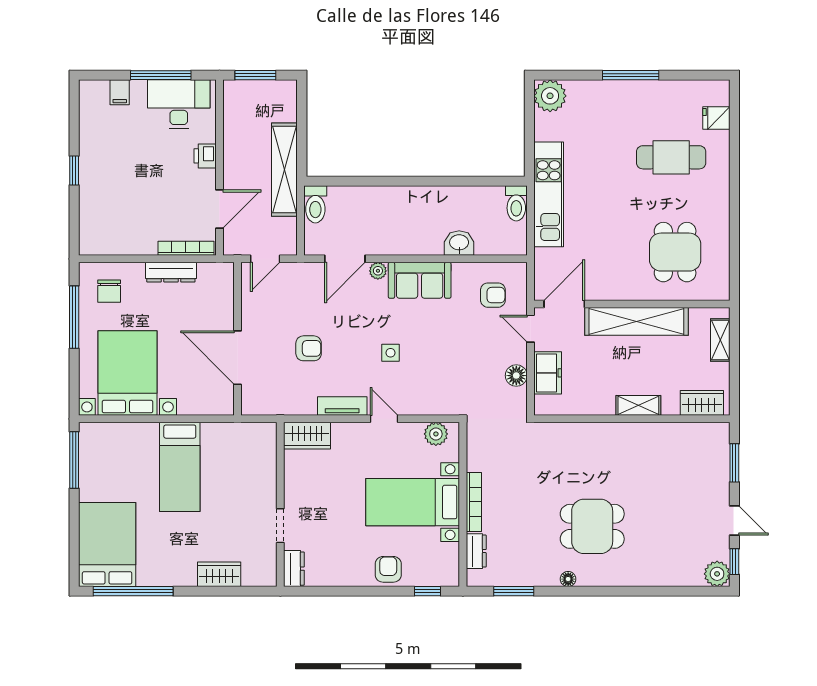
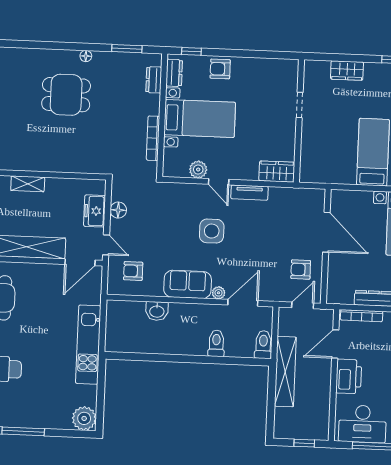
window: (255, 75) -> (304, 443), width x0.67
printer: (205, 156) -> (349, 376), width x1.87, depth x1.48
toilet: (516, 203) -> (216, 343), moved
armchair: (309, 348) -> (301, 270), moved
side table: (391, 353) -> (212, 231), width x1.87, depth x1.87
plant: (436, 434) -> (198, 170), moved
bookcase: (474, 502) -> (153, 138), moved
dresser: (294, 569) -> (174, 73), moved, turned 180
armchair: (388, 569) -> (220, 69), turned 90

